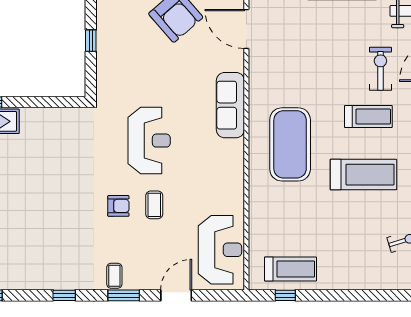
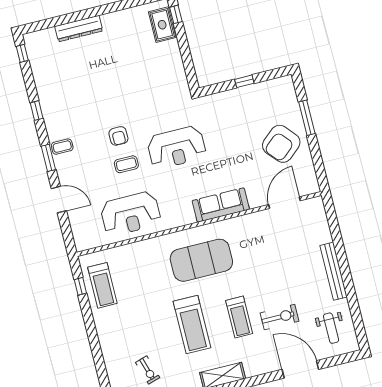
reception desk: (220, 250) -> (131, 214), moved

